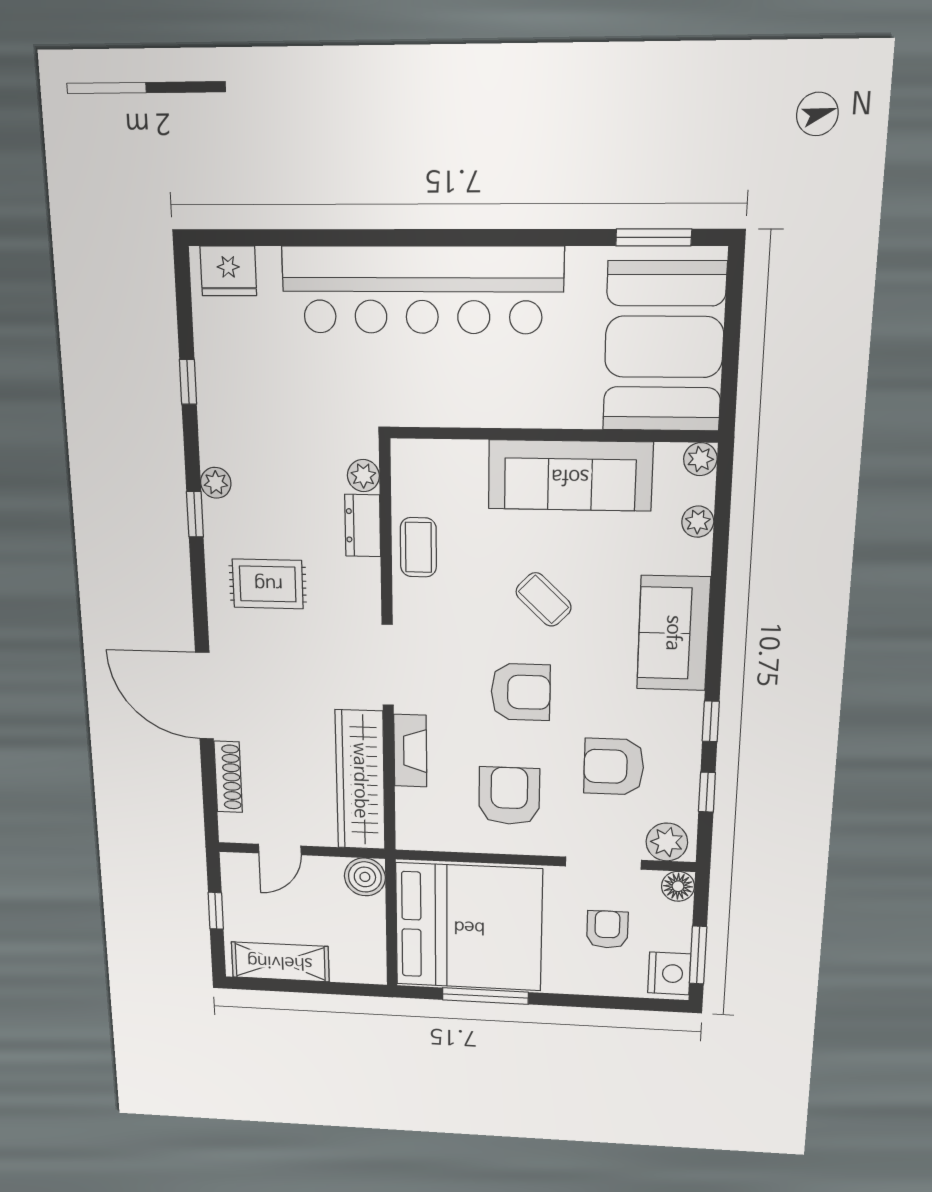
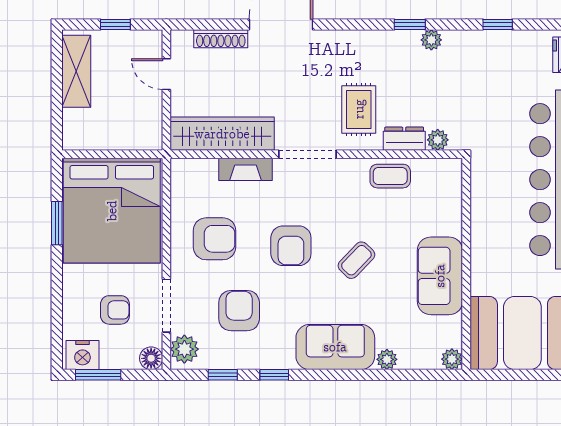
sofa: (570, 476) -> (440, 276), width x0.73
plant: (698, 522) -> (387, 359), moved
rug: (268, 584) -> (359, 109), moved
boiler: (365, 877) -> (148, 136), removed
window: (485, 996) -> (57, 223), width x0.69

